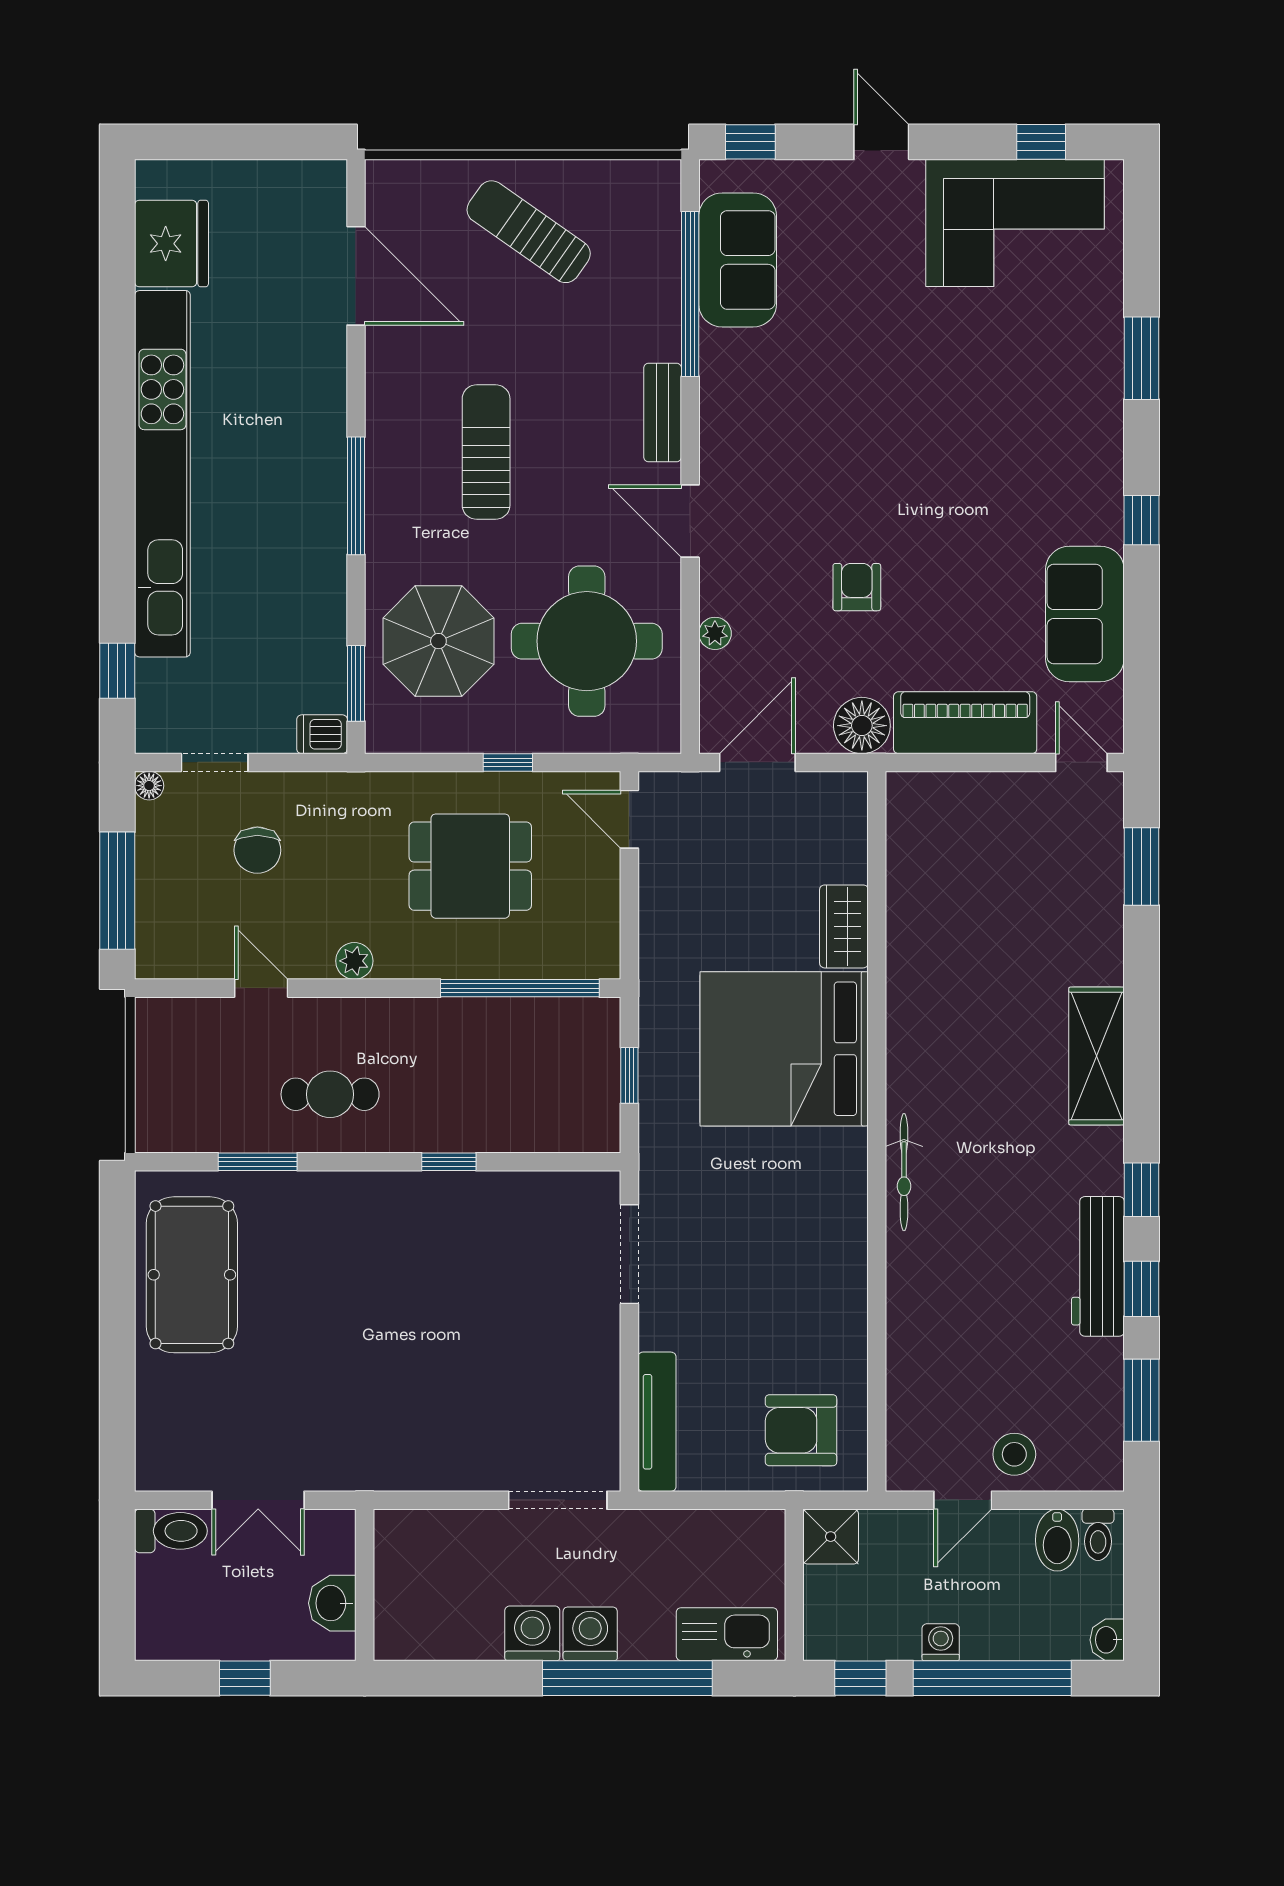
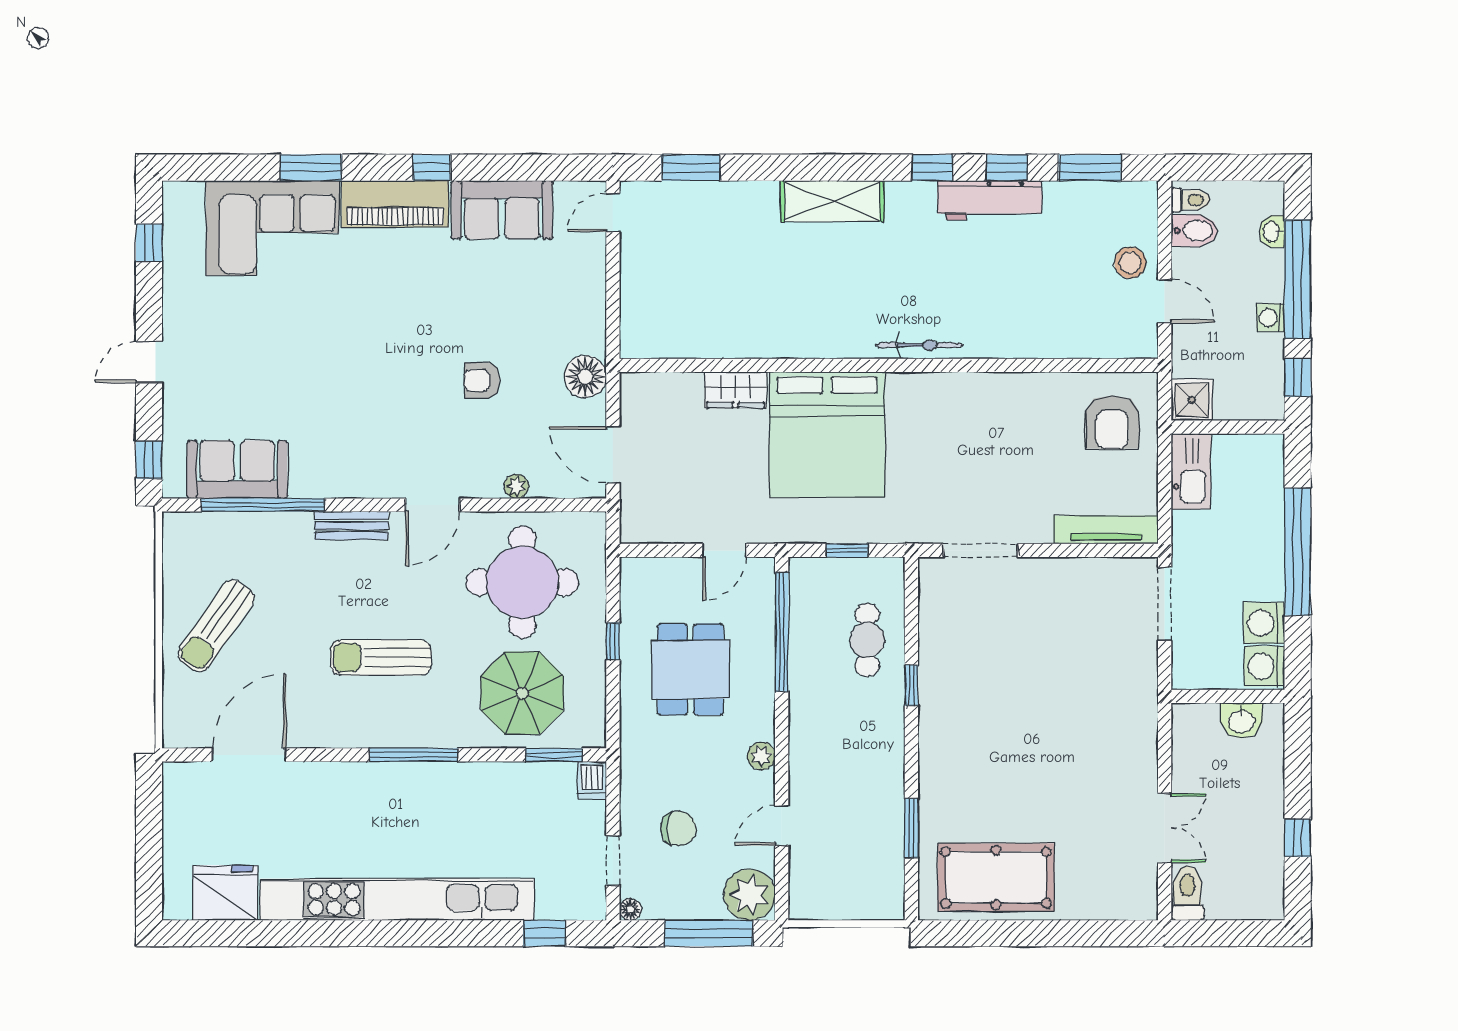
corner sofa: (1015, 223) -> (272, 228), moved, turned 90
piano: (965, 723) -> (395, 204), moved, turned -90
door: (629, 819) -> (724, 550), moved
plant: (169, 945) -> (750, 895), added
cafe table: (330, 1094) -> (867, 640), moved
wall: (365, 1585) -> (1228, 696), moved
washbasin: (332, 1603) -> (1241, 721), moved
washing machine: (590, 1634) -> (1264, 666), moved
kitchen sink: (727, 1634) -> (1191, 471), moved, turned 180
washbasin: (1107, 1640) -> (1272, 232), moved, turned 90

